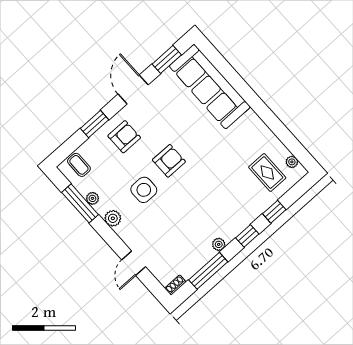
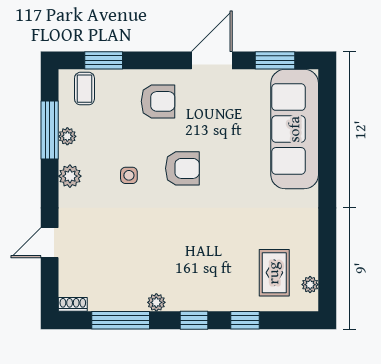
window: (94, 124) -> (104, 60), moved
side table: (144, 190) -> (129, 175), width x0.54, depth x0.54

